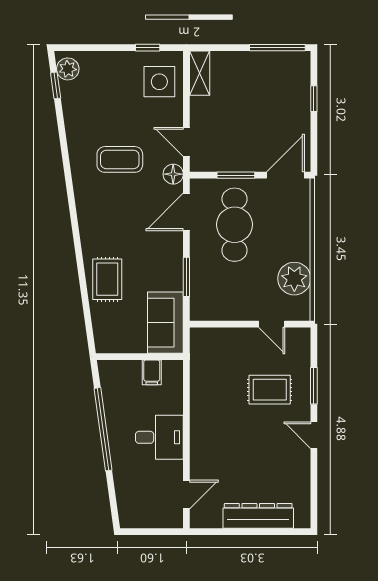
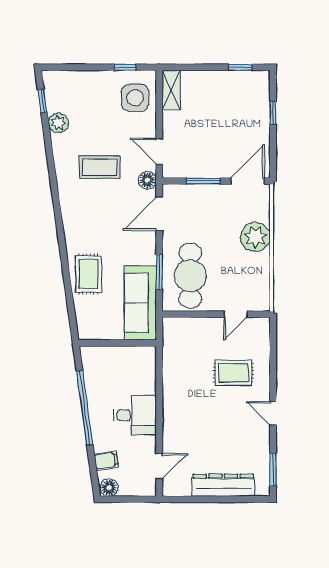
window: (277, 48) -> (240, 67), width x0.46
plant: (68, 69) -> (58, 123), moved
cafe table: (235, 225) -> (190, 276), moved
plant: (294, 279) -> (255, 237), moved
sofa: (165, 323) -> (140, 303), width x1.36
door: (272, 324) -> (235, 314), hinge flipped
filing cabinet: (152, 372) -> (106, 460), moved, turned -98
window: (314, 386) -> (273, 469), moved
floor lamp: (130, 518) -> (109, 488), added

